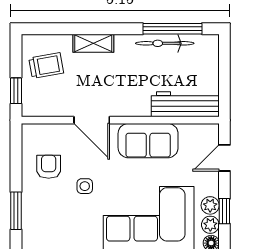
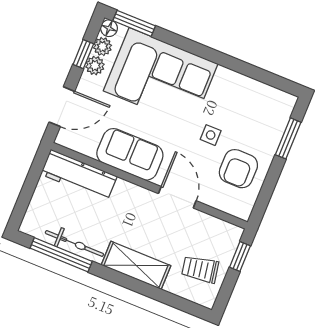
shelving: (93, 43) -> (136, 265), width x1.50, depth x1.33
door: (224, 158) -> (62, 107), width x1.38
armchair: (49, 167) -> (238, 169), width x1.38, depth x1.38

